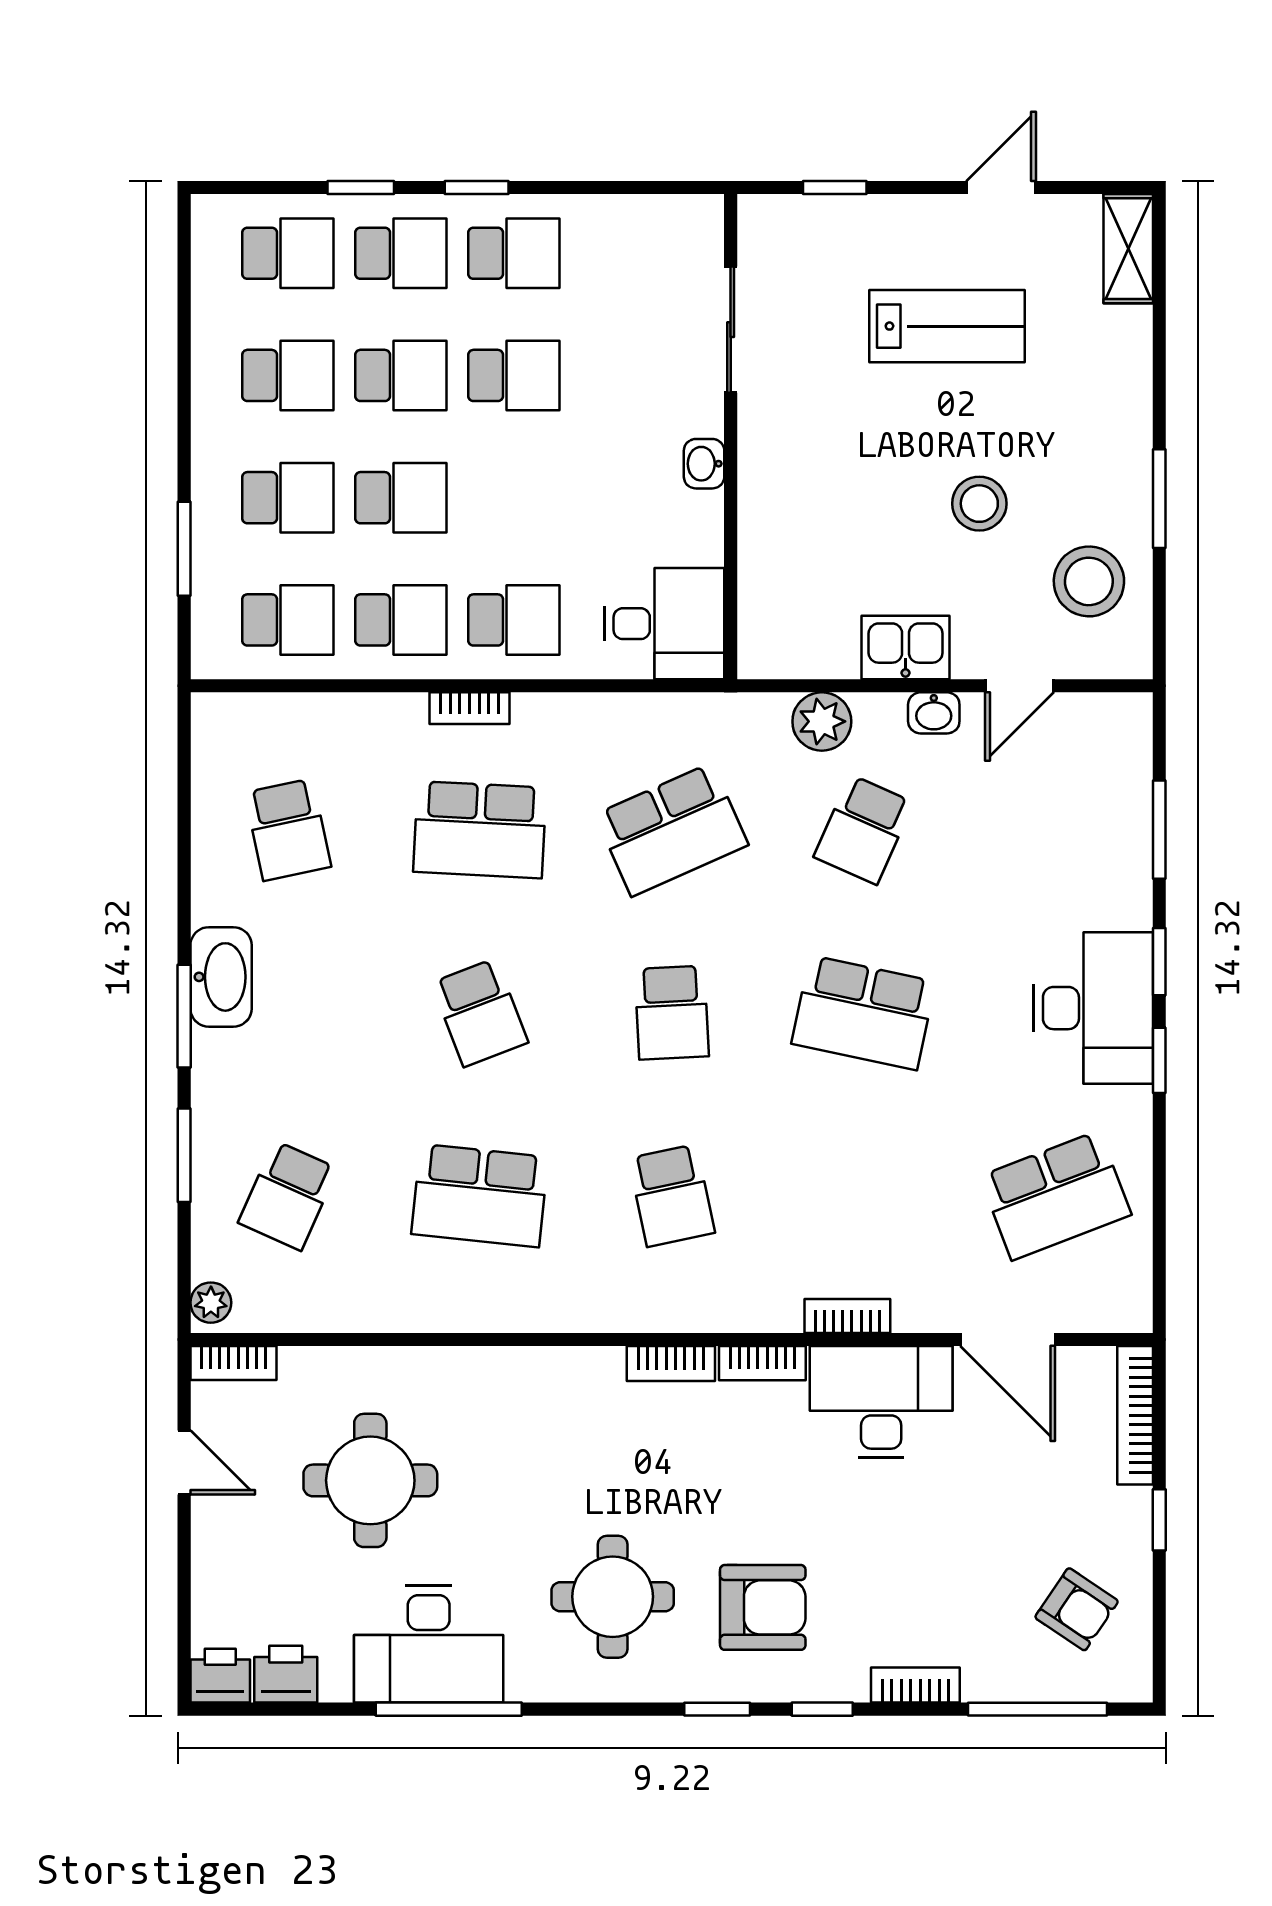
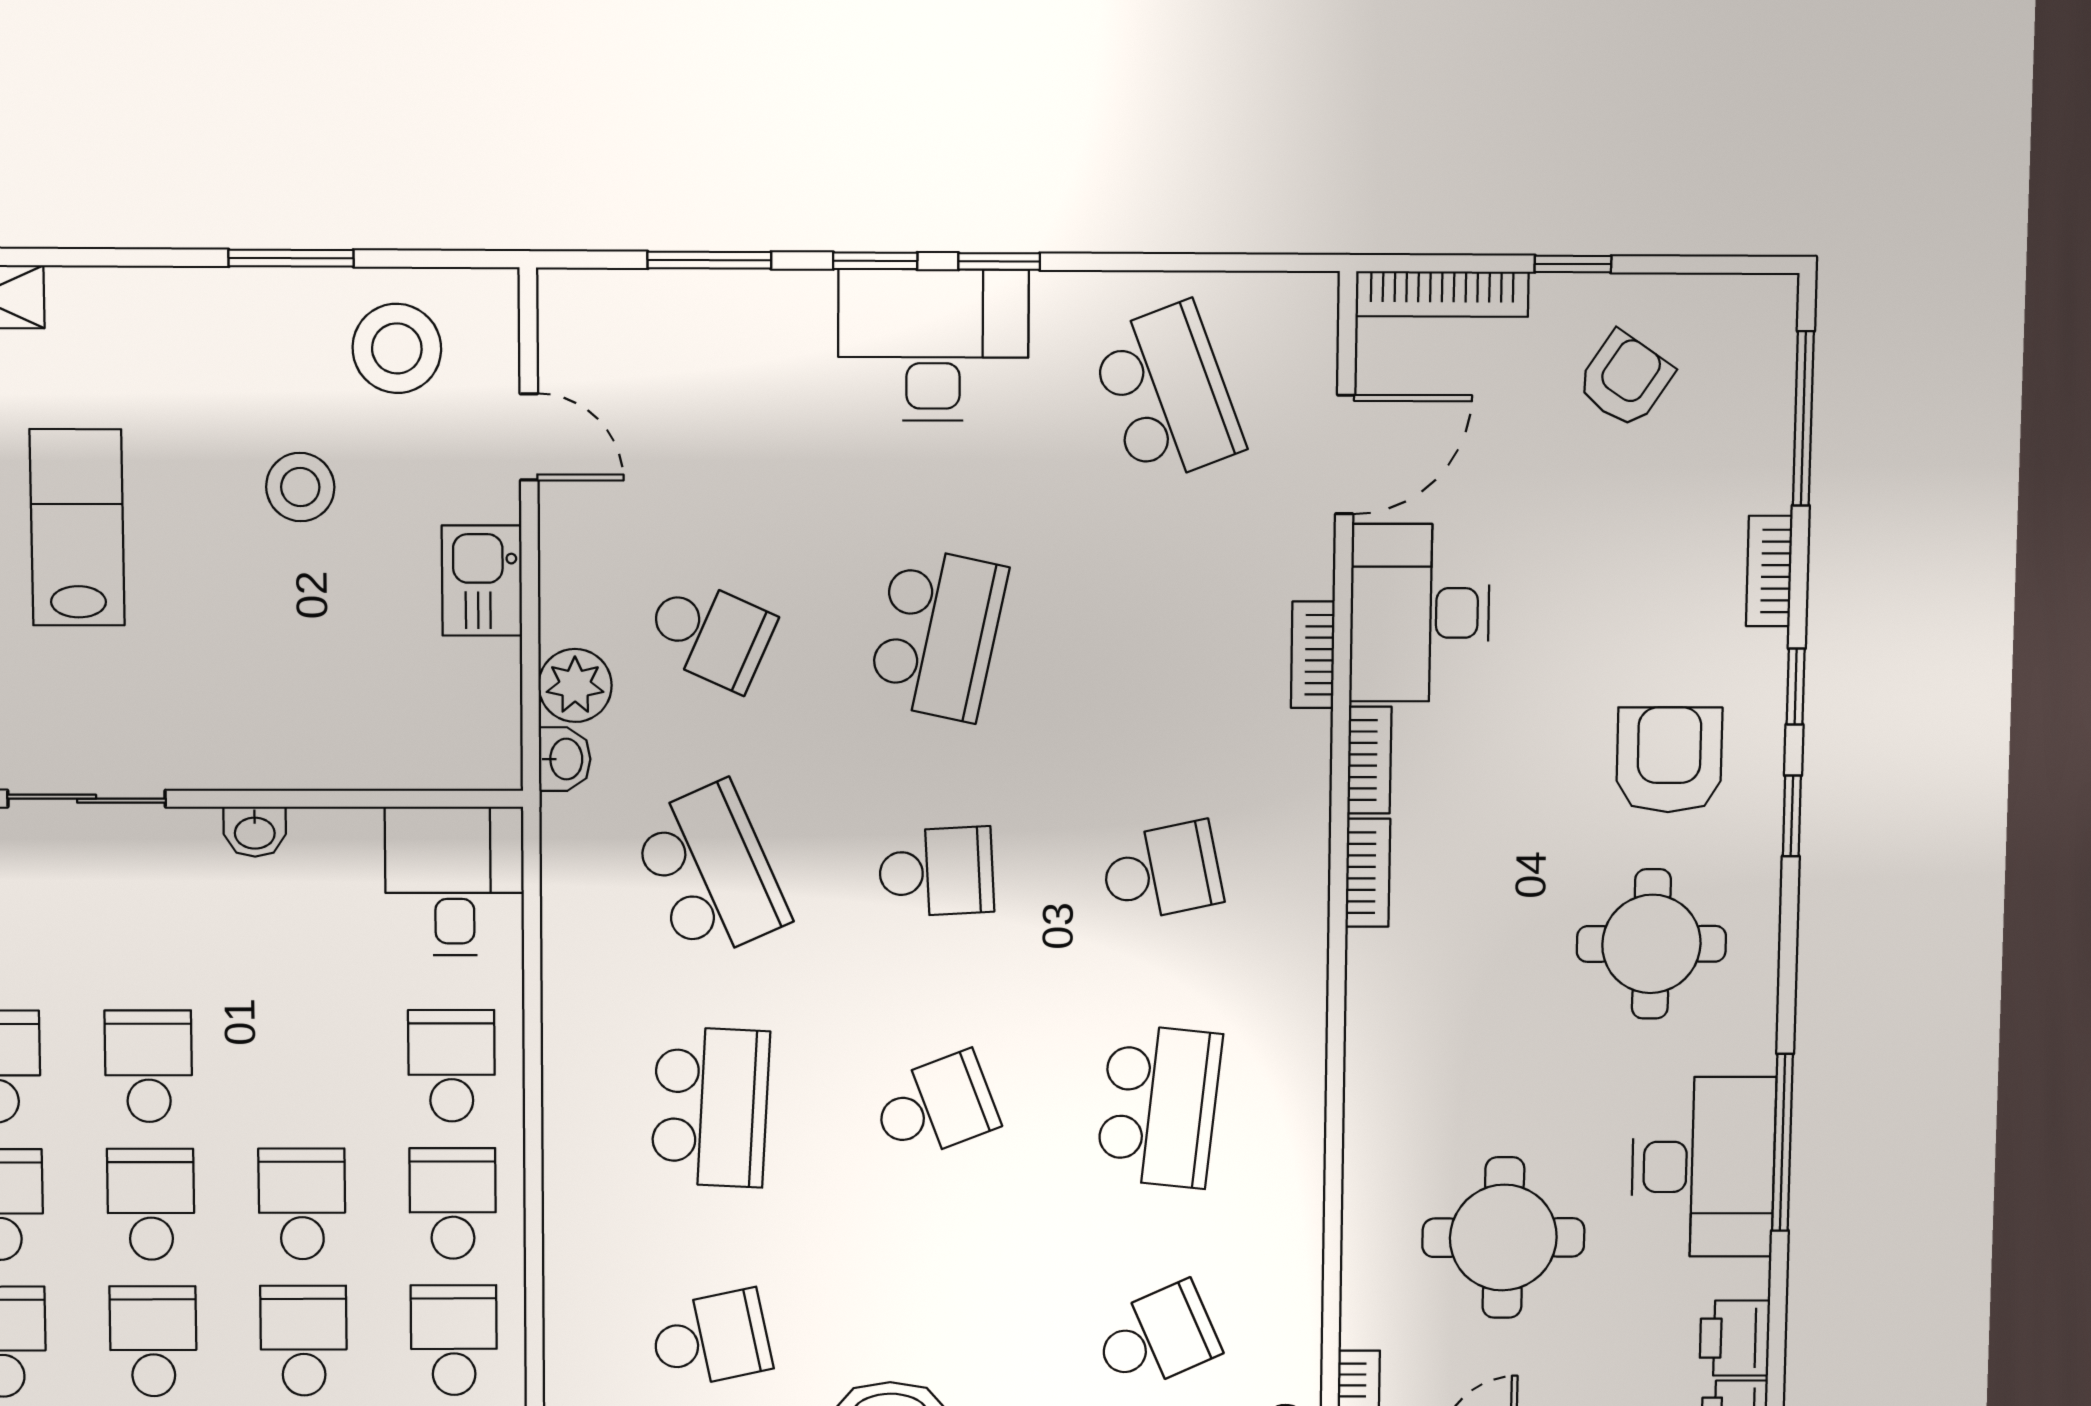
bookcase: (470, 708) -> (561, 1120), removed
washbasin: (934, 713) -> (565, 759), moved
school desk: (288, 1196) -> (1156, 1337), turned -48
armchair: (1077, 1609) -> (1625, 380), moved

